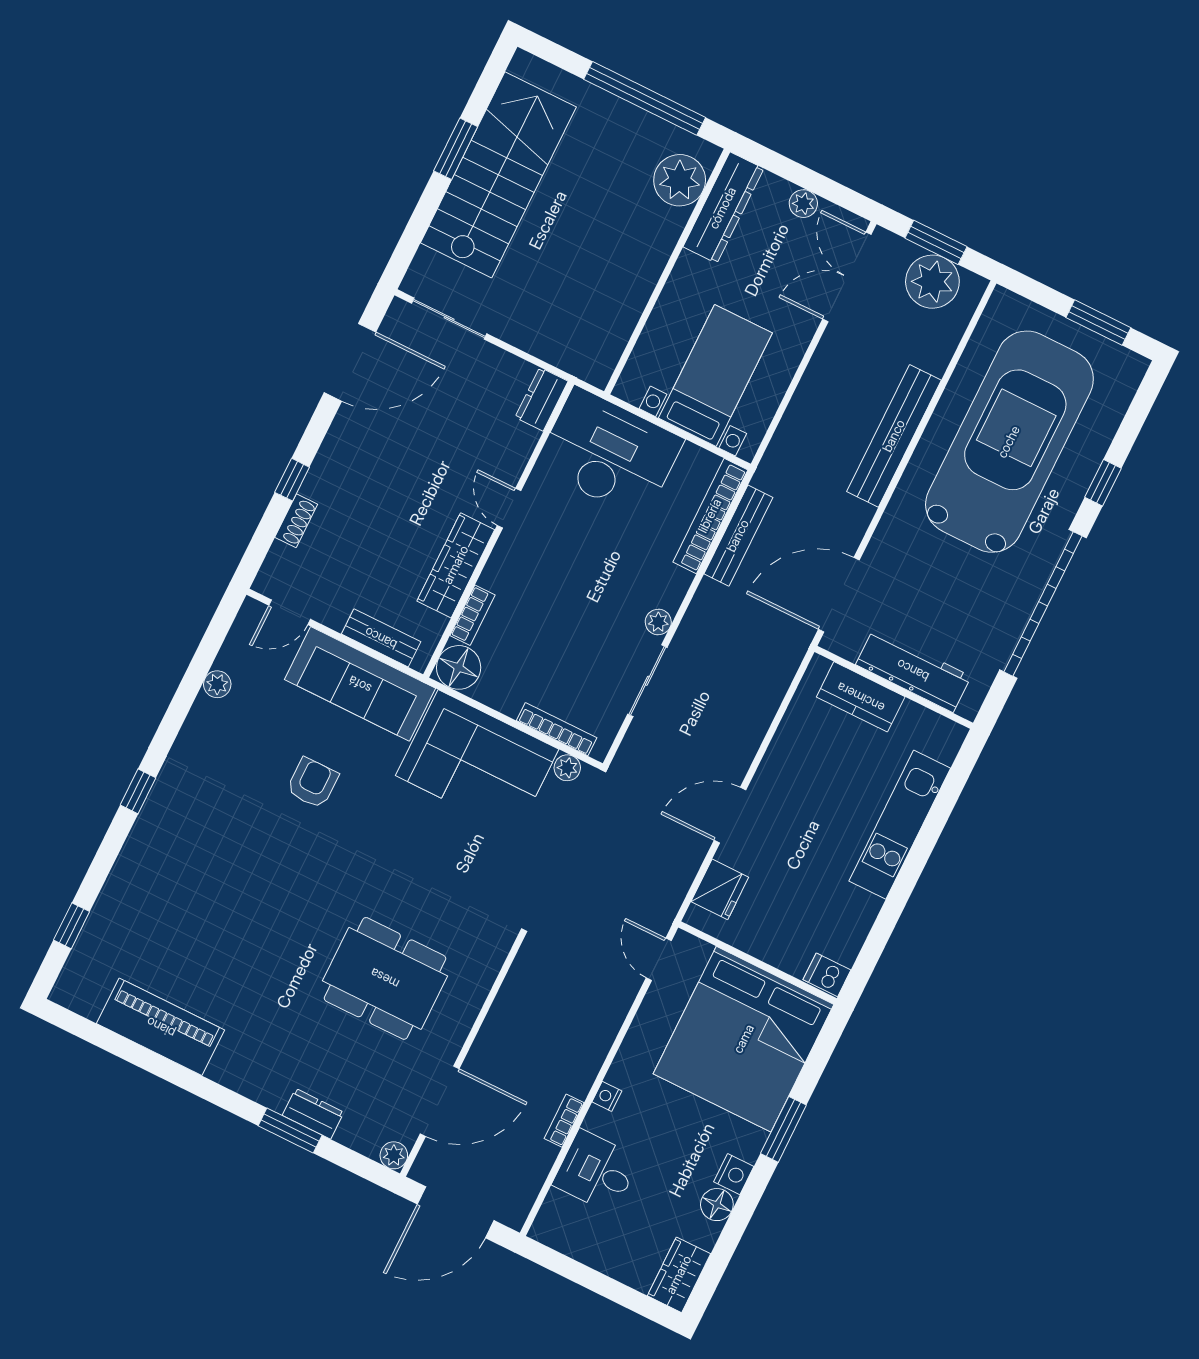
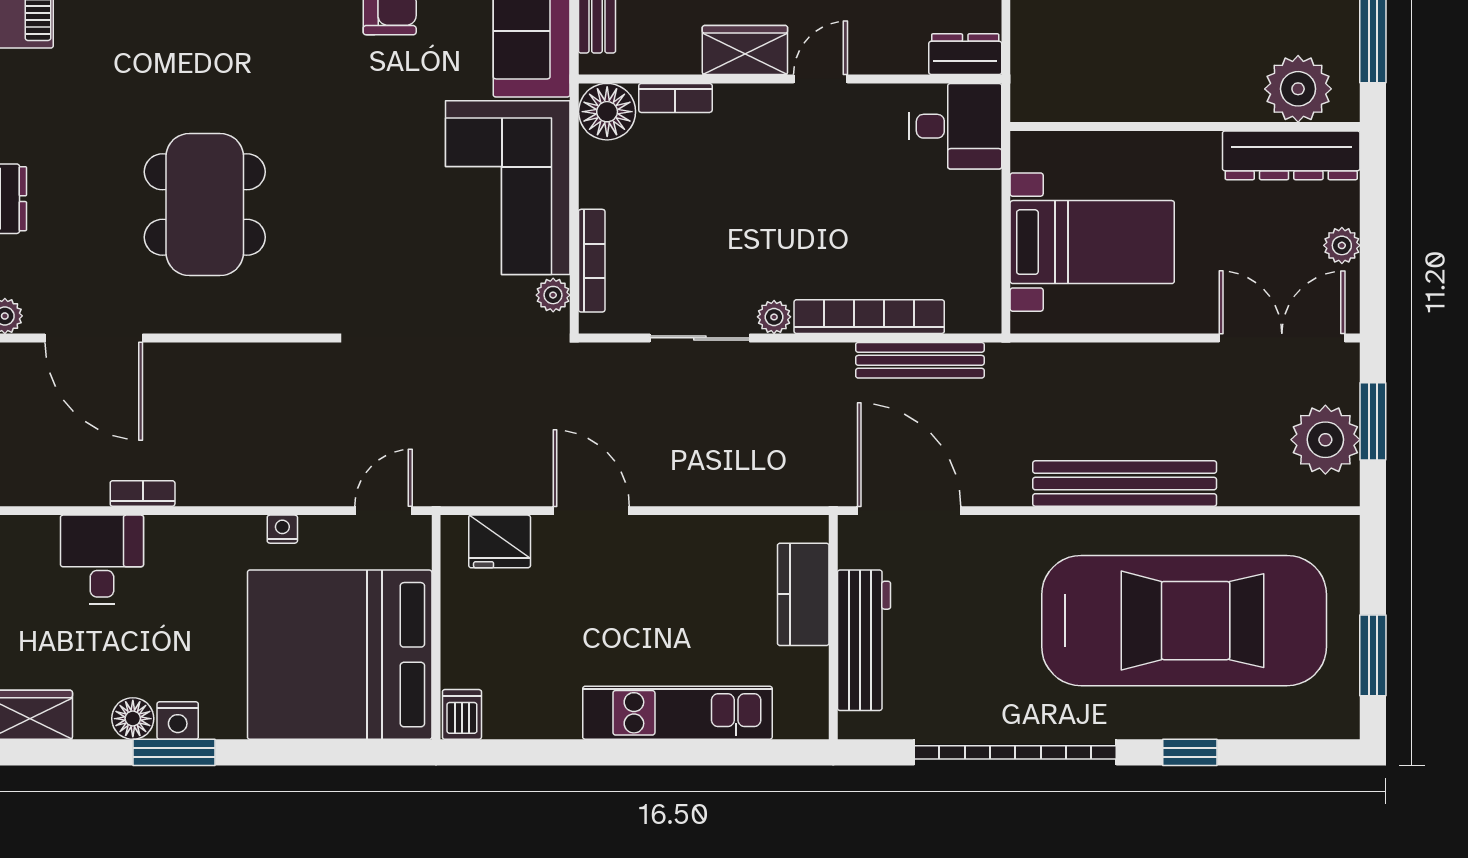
desk: (609, 453) -> (955, 126), width x0.53, depth x0.77
bookcase: (710, 516) -> (869, 317), moved
wardrobe: (456, 565) -> (745, 50), width x0.67
nightstand: (607, 1096) -> (282, 529), moved
window: (783, 1129) -> (174, 752), moved

